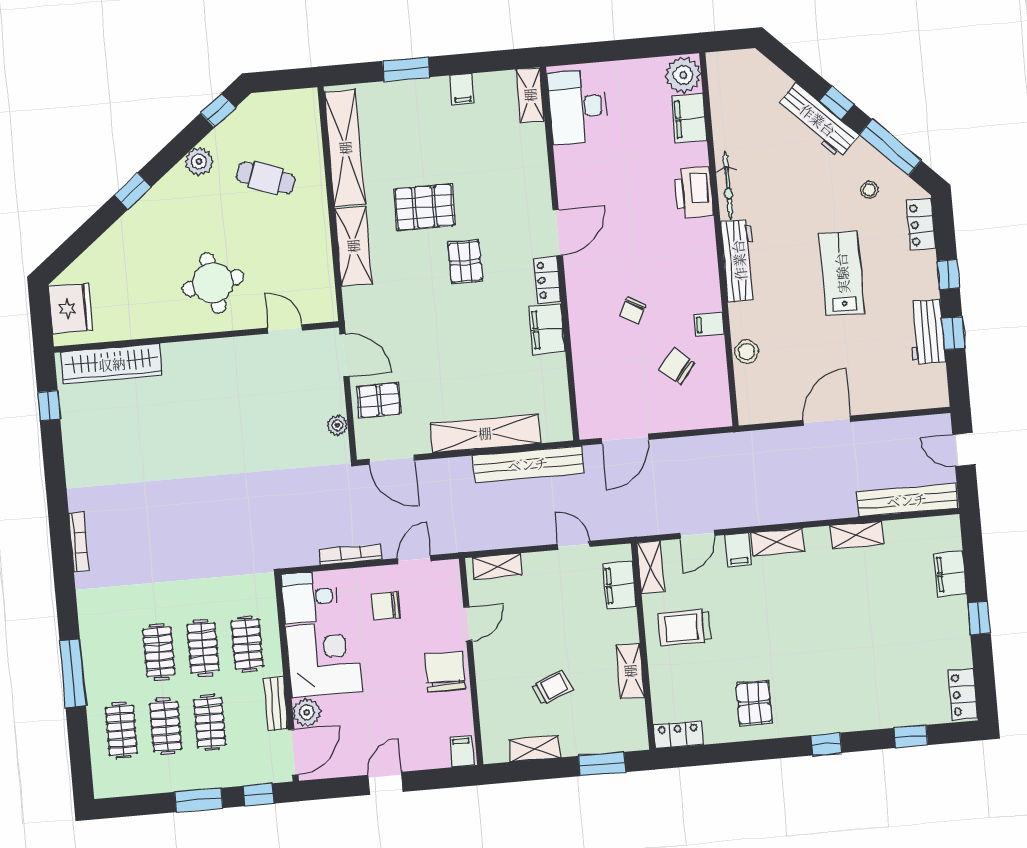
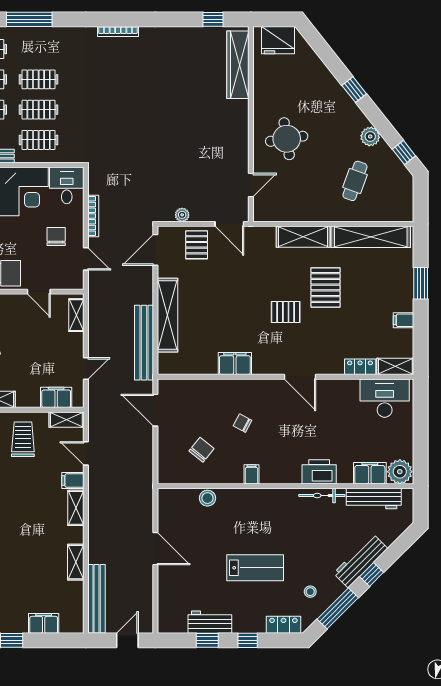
workbench: (739, 260) -> (374, 498), moved
locker: (547, 280) -> (360, 367), moved
filing cabinet: (709, 324) -> (251, 474), moved
door: (344, 355) -> (229, 224), hinge flipped

